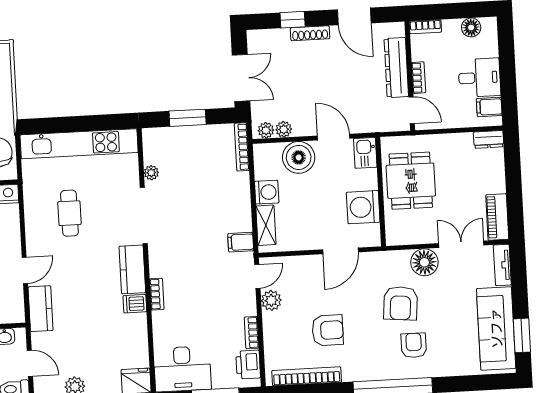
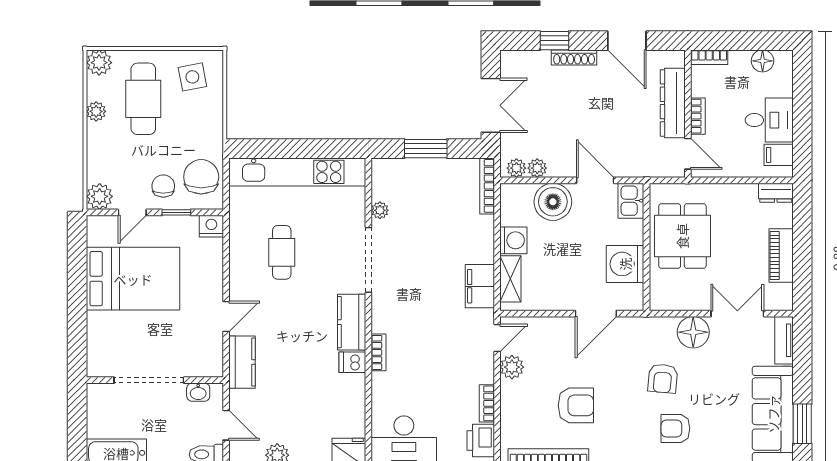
piano: (497, 217) -> (781, 256), moved
filing cabinet: (241, 242) -> (480, 286), width x2.00
armchair: (401, 303) -> (663, 379), width x0.72, depth x0.72
armchair: (414, 345) -> (675, 428), turned -90

